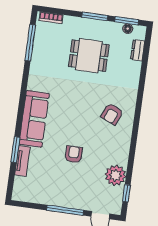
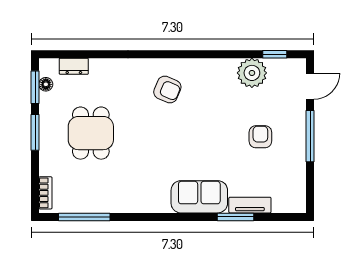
sofa: (34, 119) -> (199, 197), width x0.73
armchair: (74, 154) -> (260, 137), moved, turned 90

